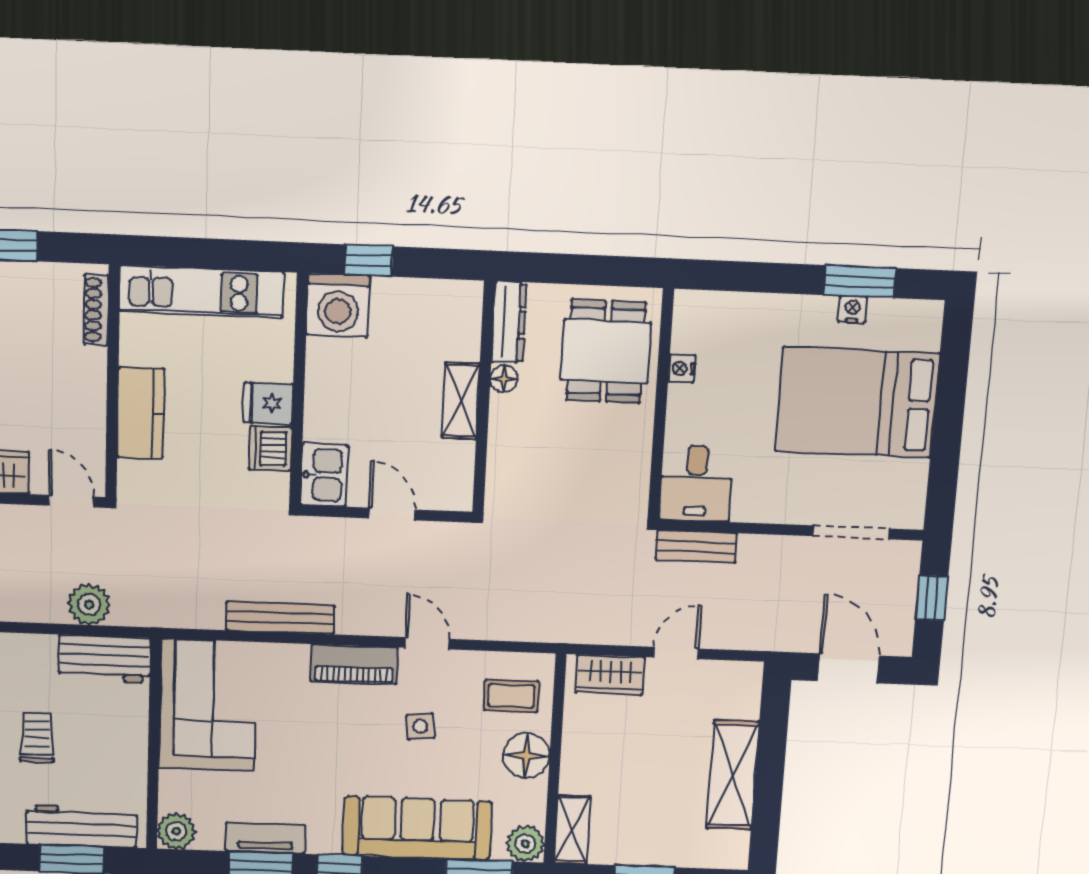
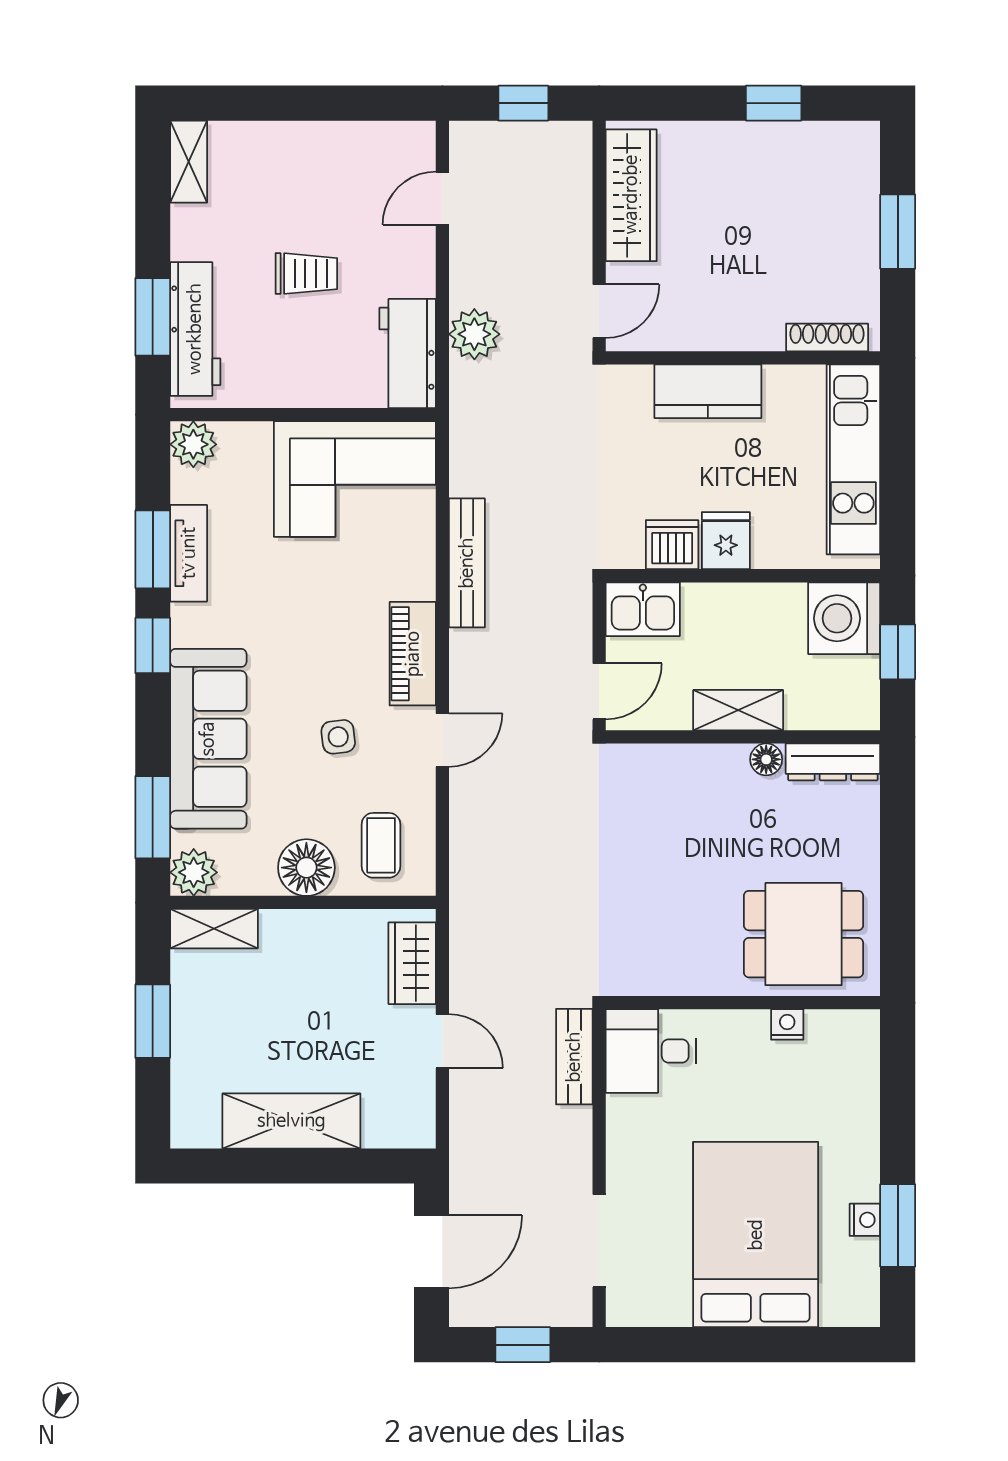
dresser: (509, 322) -> (833, 762), moved
floor lamp: (504, 379) -> (766, 759), moved
wall: (484, 398) -> (743, 737), moved
shelving: (461, 401) -> (738, 710), moved

